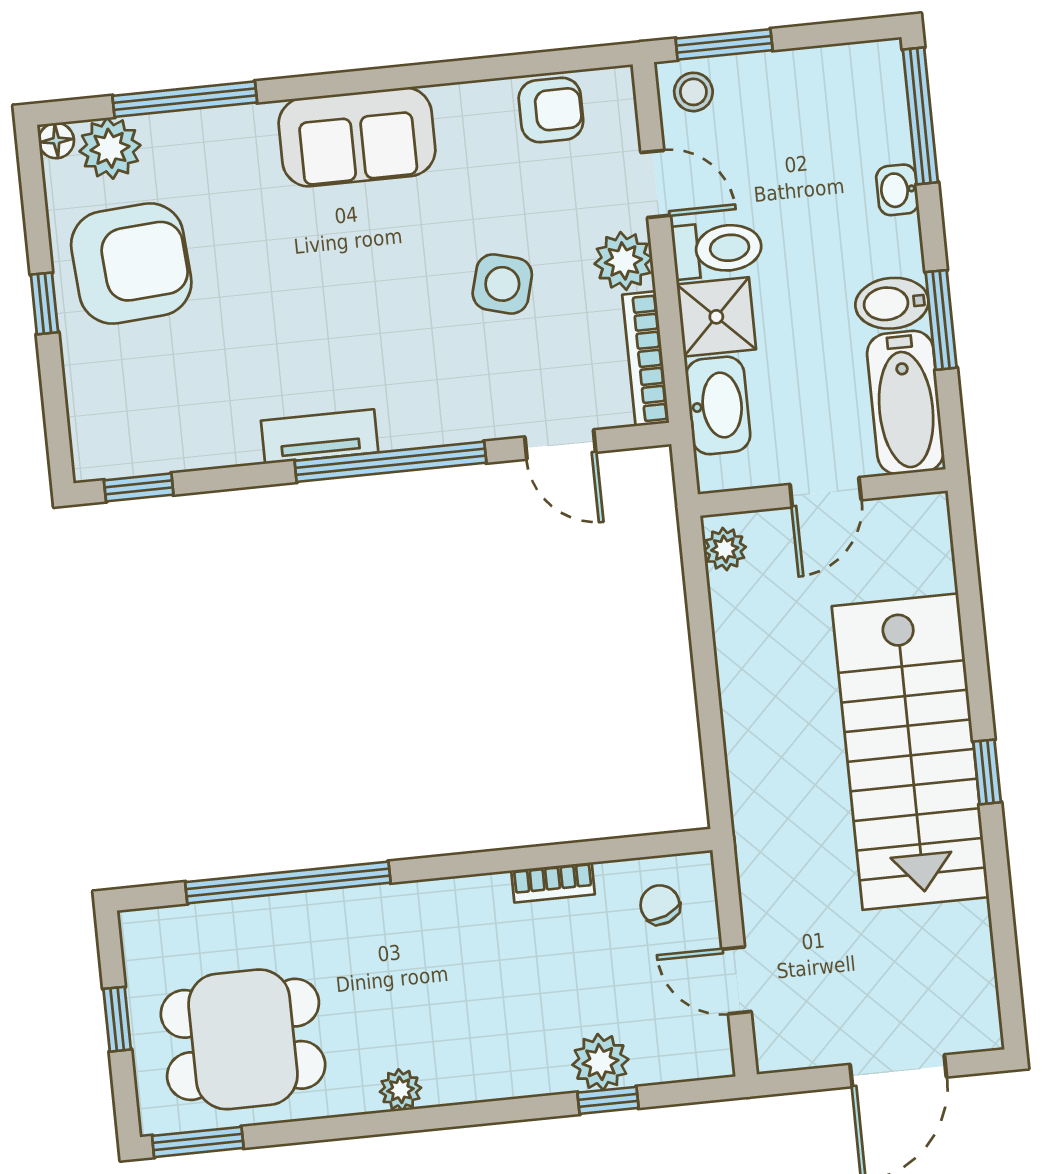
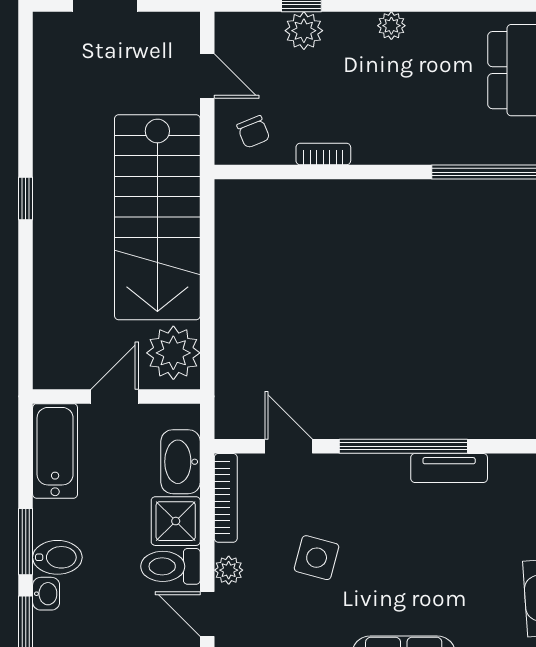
plant: (623, 261) -> (229, 570), width x0.73, depth x0.73
bidet: (892, 303) -> (57, 557), moved
window: (941, 320) -> (26, 542), moved
plant: (725, 549) -> (173, 353), width x1.88, depth x1.88
stairs: (910, 752) -> (157, 217), moved, turned 180
plant: (401, 1090) -> (391, 26), moved

